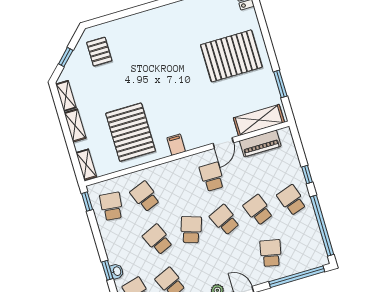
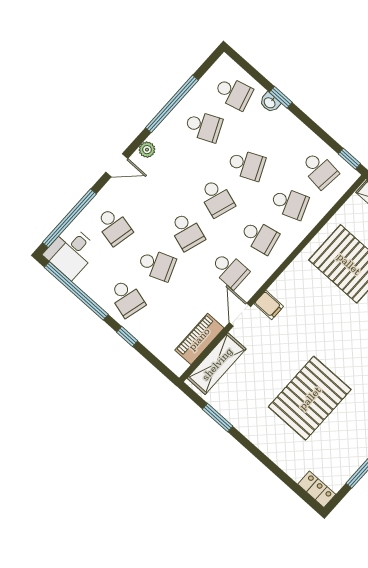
pallet: (231, 56) -> (310, 398), moved
filing cabinet: (176, 145) -> (269, 305), moved
school desk: (178, 187) -> (260, 237), added
school desk: (292, 200) -> (127, 298), turned 33
school desk: (225, 220) -> (187, 231), turned 42
desk: (310, 254) -> (71, 252), added

